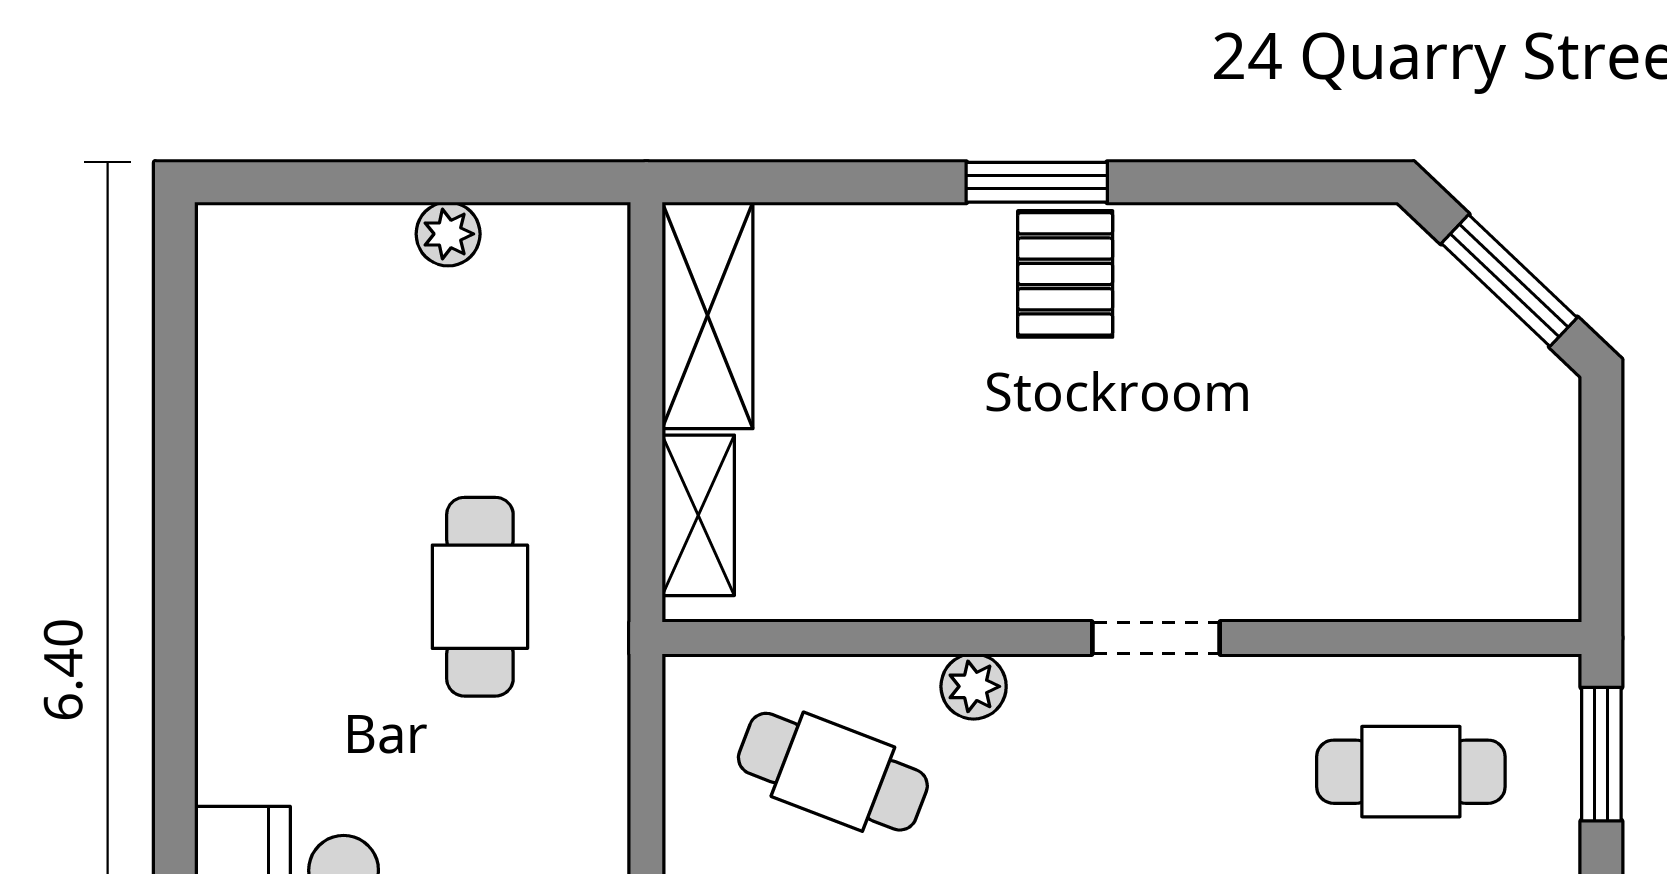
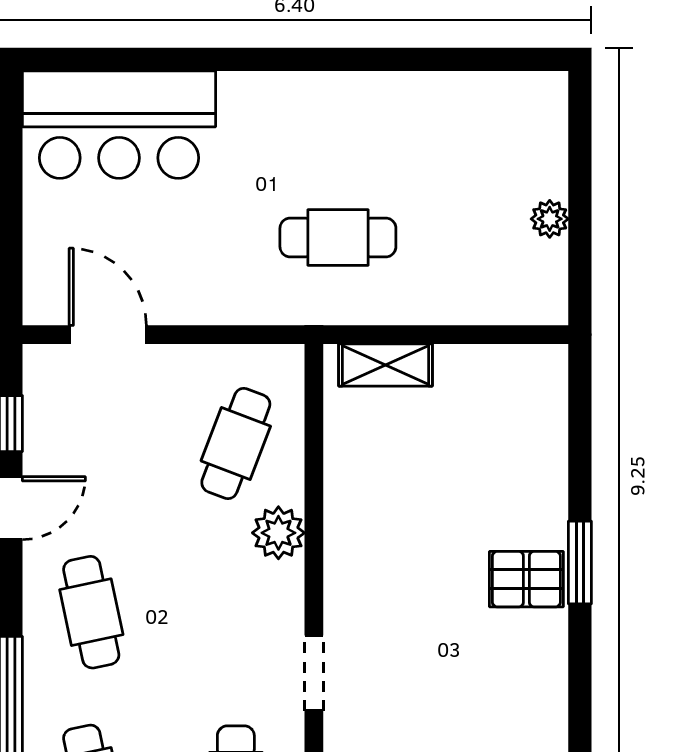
shelving: (708, 315) -> (502, 370), removed
doorway: (1156, 638) -> (314, 673), moved
plant: (974, 686) -> (278, 533), width x1.38, depth x1.38

